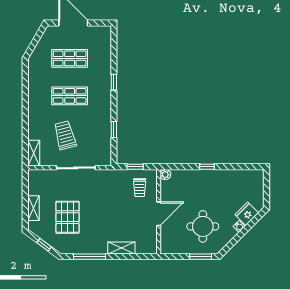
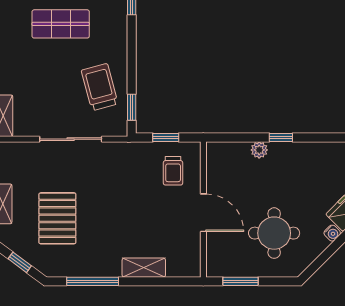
window: (114, 130) -> (132, 107), moved
trolley: (65, 135) -> (100, 87), moved
plant: (165, 175) -> (259, 150), moved
door: (159, 214) -> (203, 213), hinge flipped
window: (201, 257) -> (241, 281), moved

